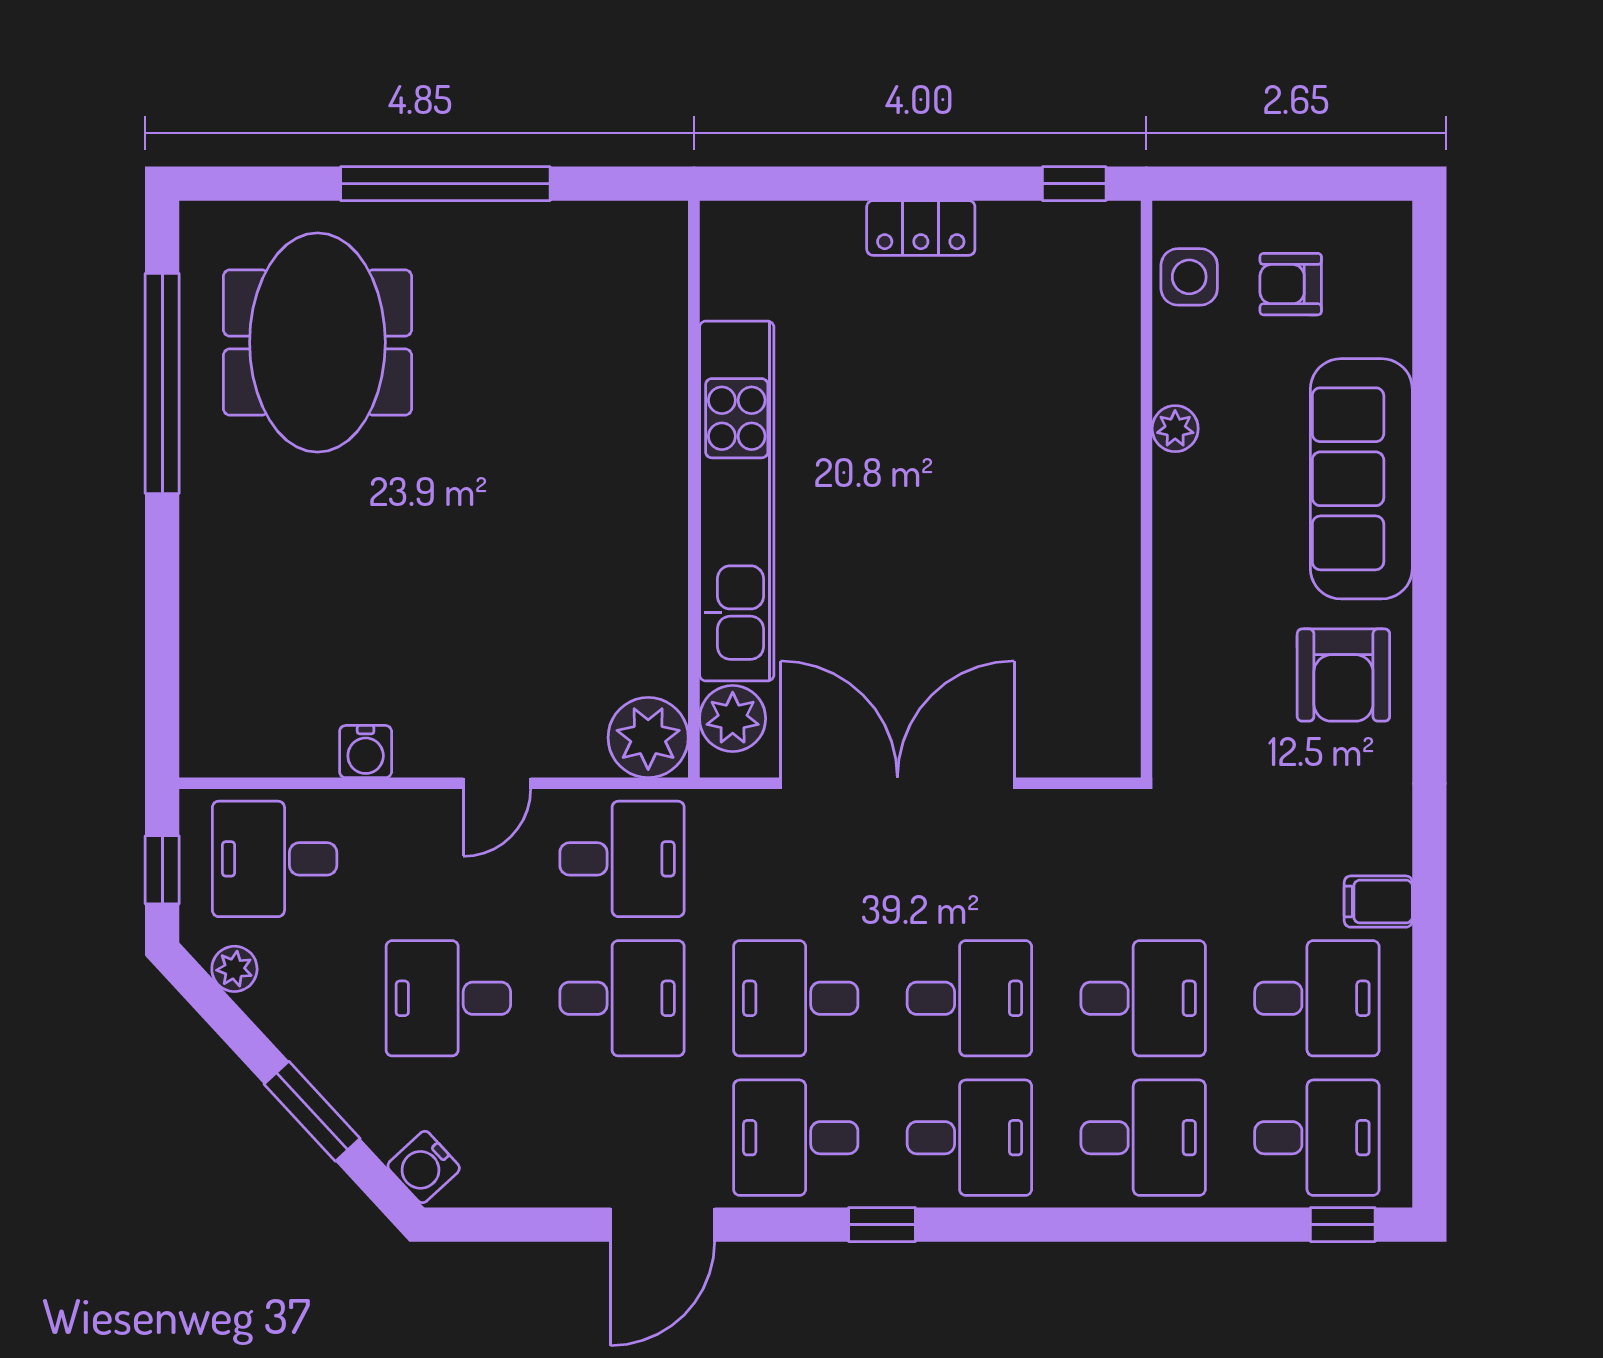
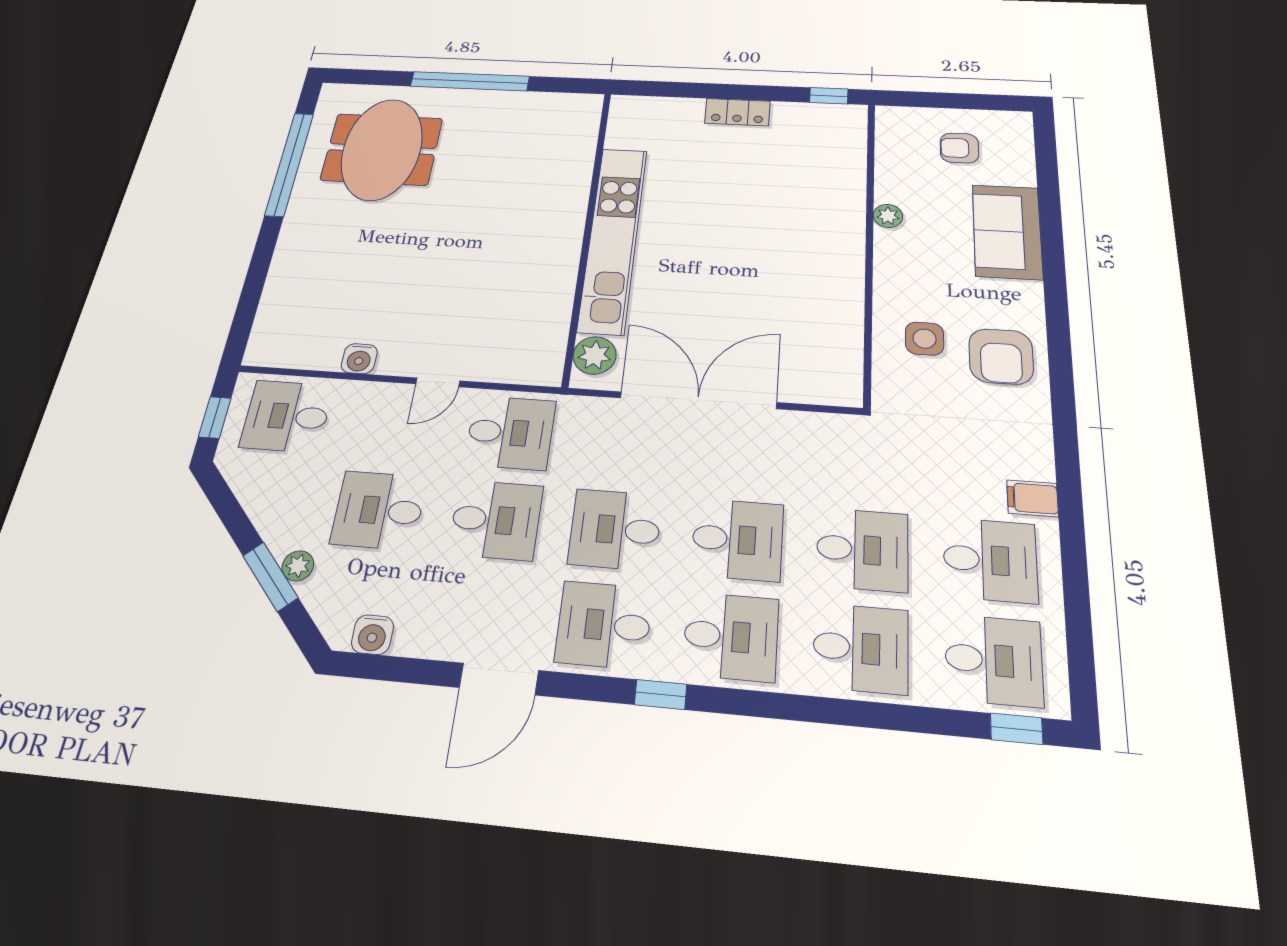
side table: (1189, 277) -> (924, 339), moved
sofa: (1361, 479) -> (1007, 232), width x0.73
plant: (648, 738) -> (539, 363), removed
plant: (234, 969) -> (298, 566), moved
water cooler: (424, 1167) -> (373, 635), moved, turned -47

